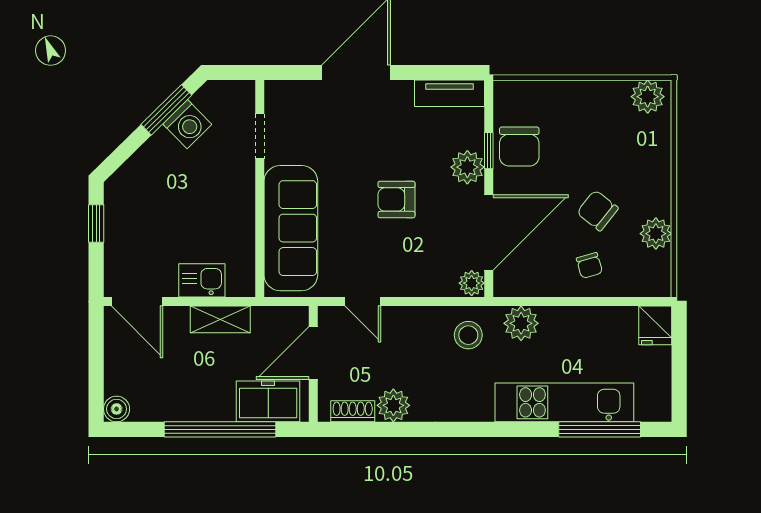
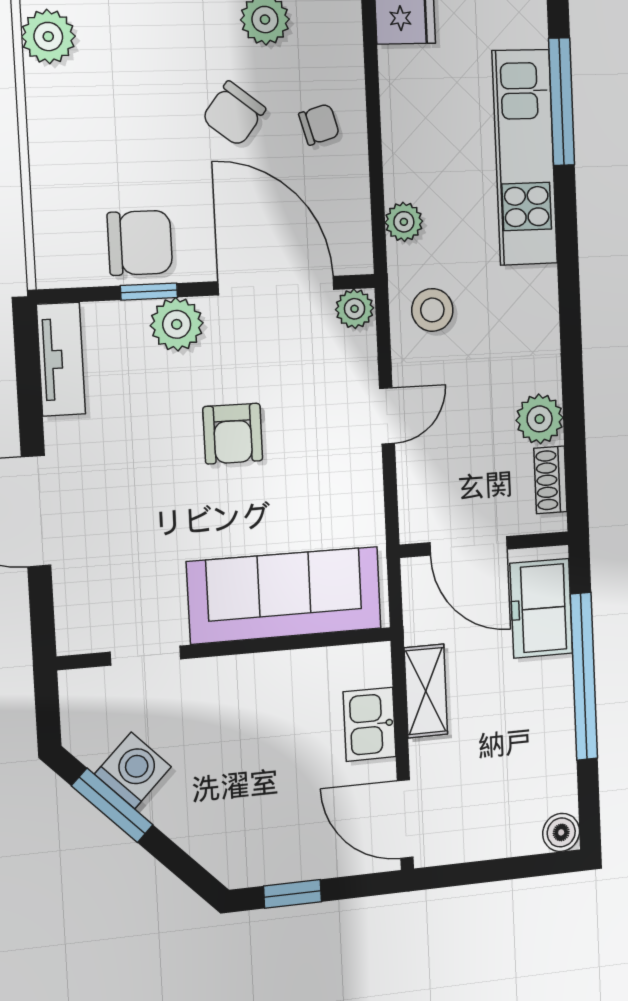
door: (137, 301) -> (405, 819), swing flipped
door: (363, 301) -> (387, 416), moved
plant: (521, 323) -> (404, 222), width x0.73, depth x0.73

